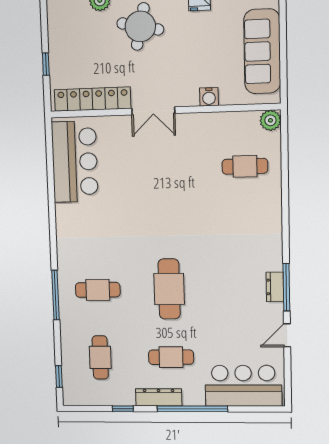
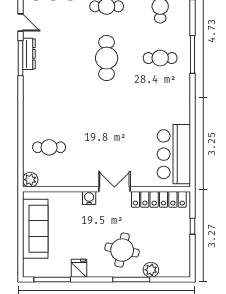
water cooler: (209, 97) -> (89, 198), moved
dresser: (275, 287) -> (29, 54), width x1.44
door: (287, 335) -> (21, 23), hinge flipped

